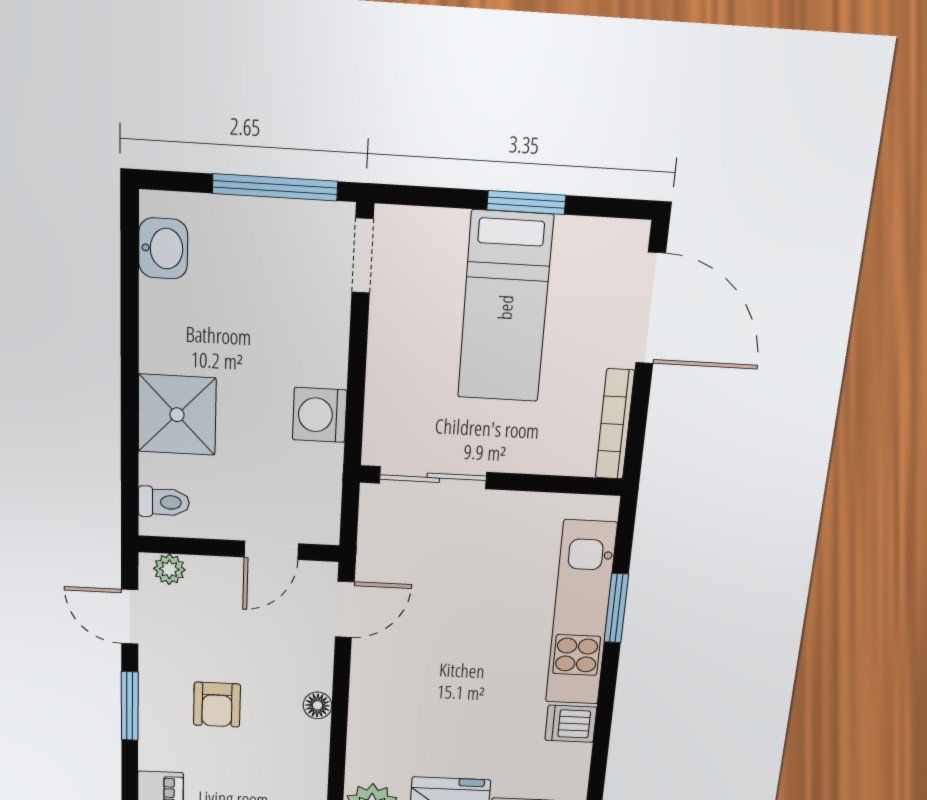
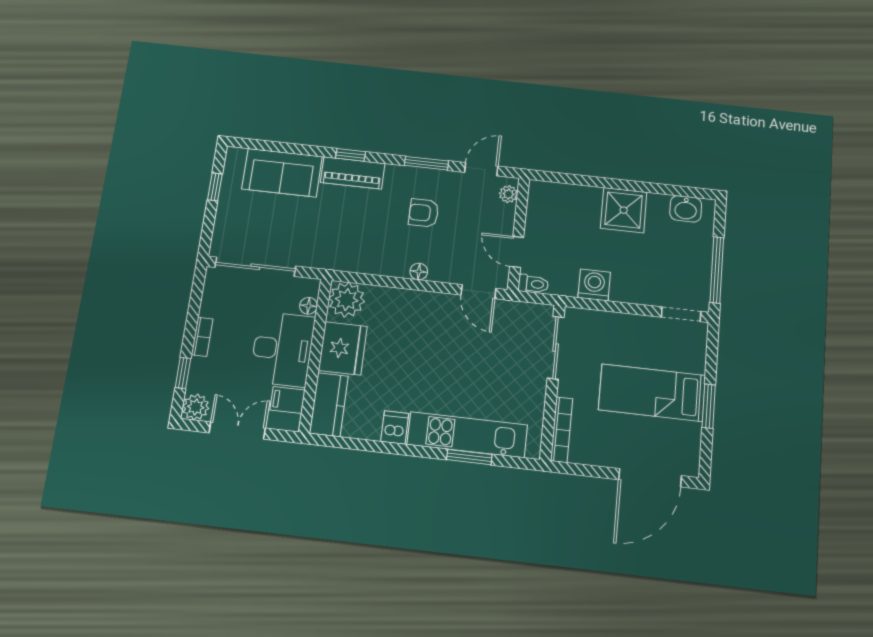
shower: (177, 415) -> (624, 210), moved
bookcase: (615, 424) -> (562, 430), moved, turned 90
toilet: (164, 502) -> (533, 284), moved, turned -90

